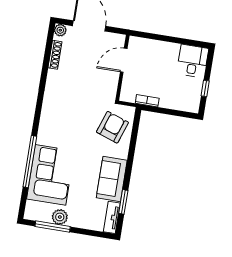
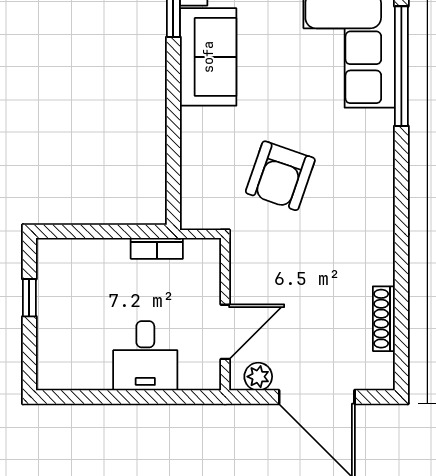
plant: (60, 30) -> (258, 377), moved
desk: (193, 61) -> (145, 356), moved
armchair: (112, 127) -> (280, 176), moved

